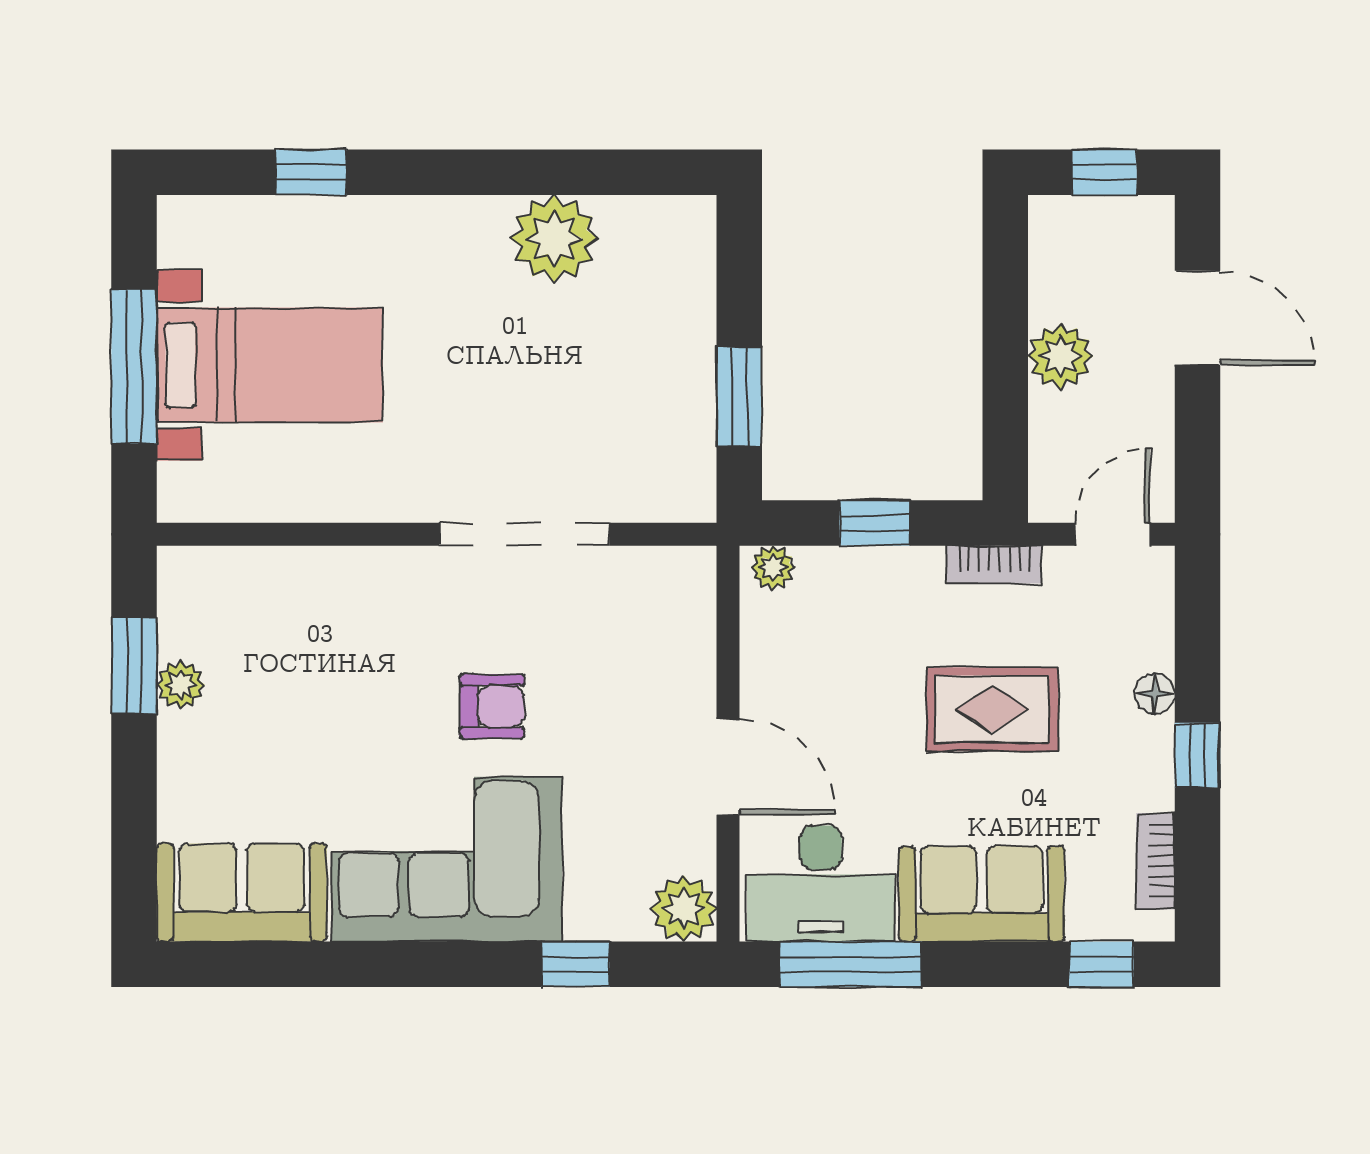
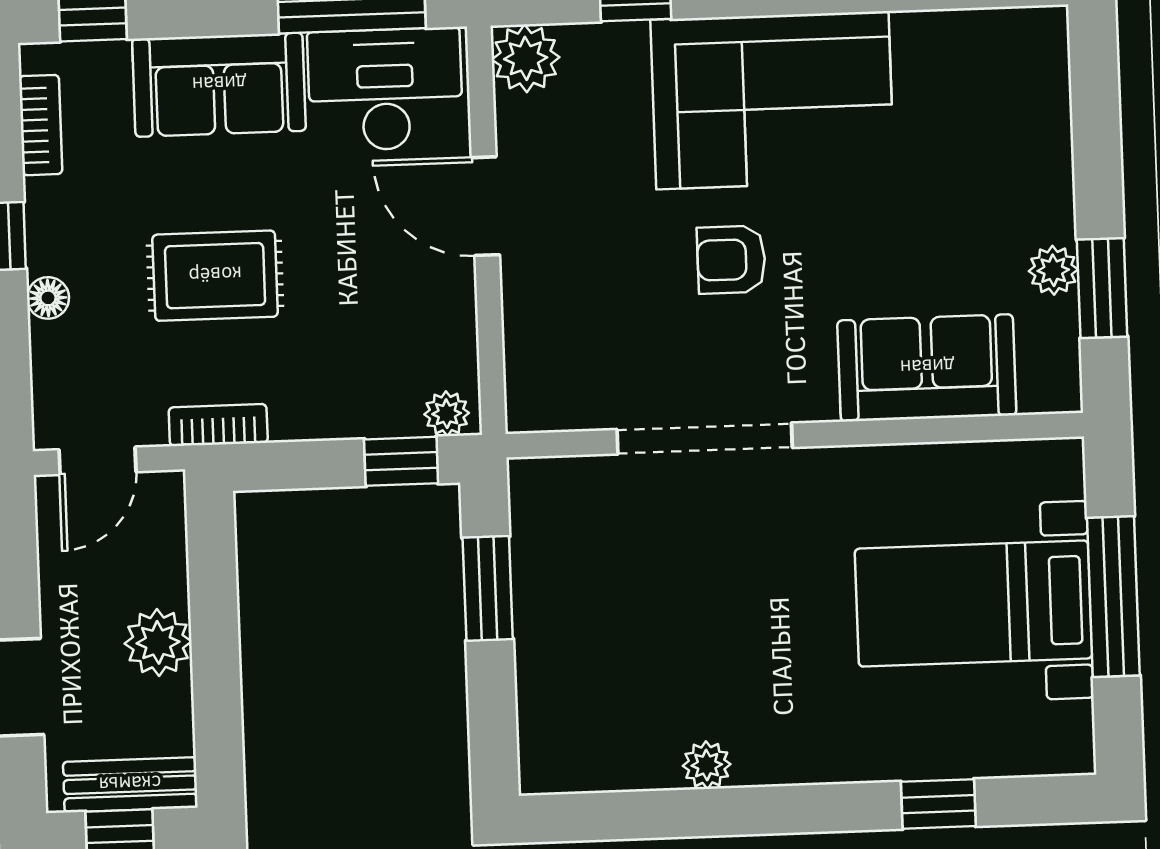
bench: (1092, 219) -> (130, 785), added
plant: (554, 238) -> (707, 765), width x0.53, depth x0.53
window: (874, 523) -> (401, 461), moved
sofa: (242, 892) -> (927, 368), moved, turned 180

